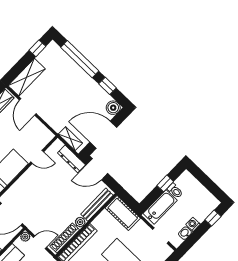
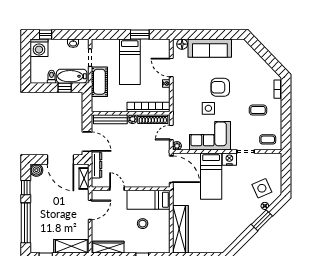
door: (28, 107) -> (90, 210), moved
window: (165, 183) -> (65, 88), moved
cot: (123, 213) -> (99, 82), moved
washing machine: (193, 224) -> (39, 48), moved, width x1.89, depth x1.89
door: (40, 242) -> (171, 133), hinge flipped

